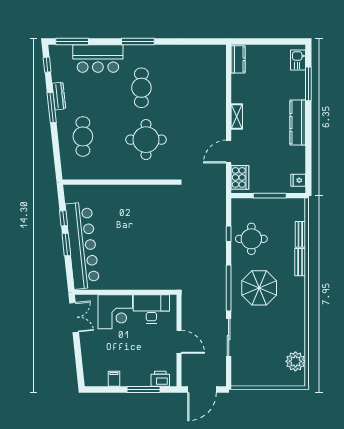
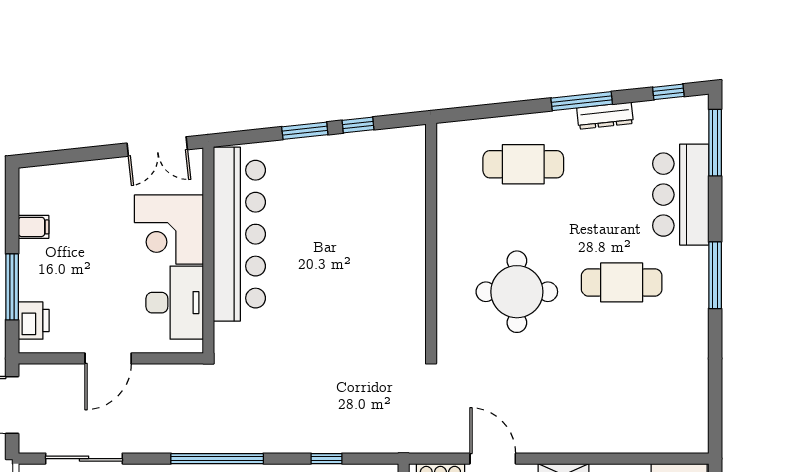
bar counter: (82, 245) -> (239, 234), moved, turned -84
sliding door: (229, 338) -> (84, 459), moved

